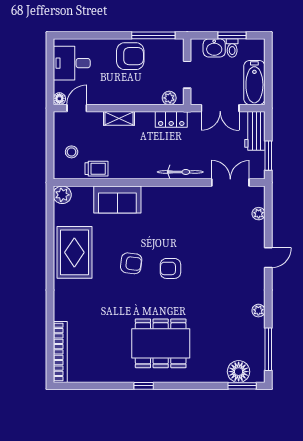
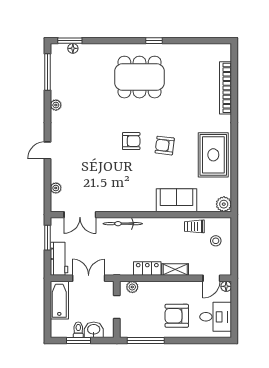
armchair: (130, 56) -> (177, 316), moved
locker: (171, 119) -> (147, 269), moved
bookcase: (60, 352) -> (225, 88), moved
floor lamp: (239, 372) -> (73, 48), width x0.53, depth x0.53

